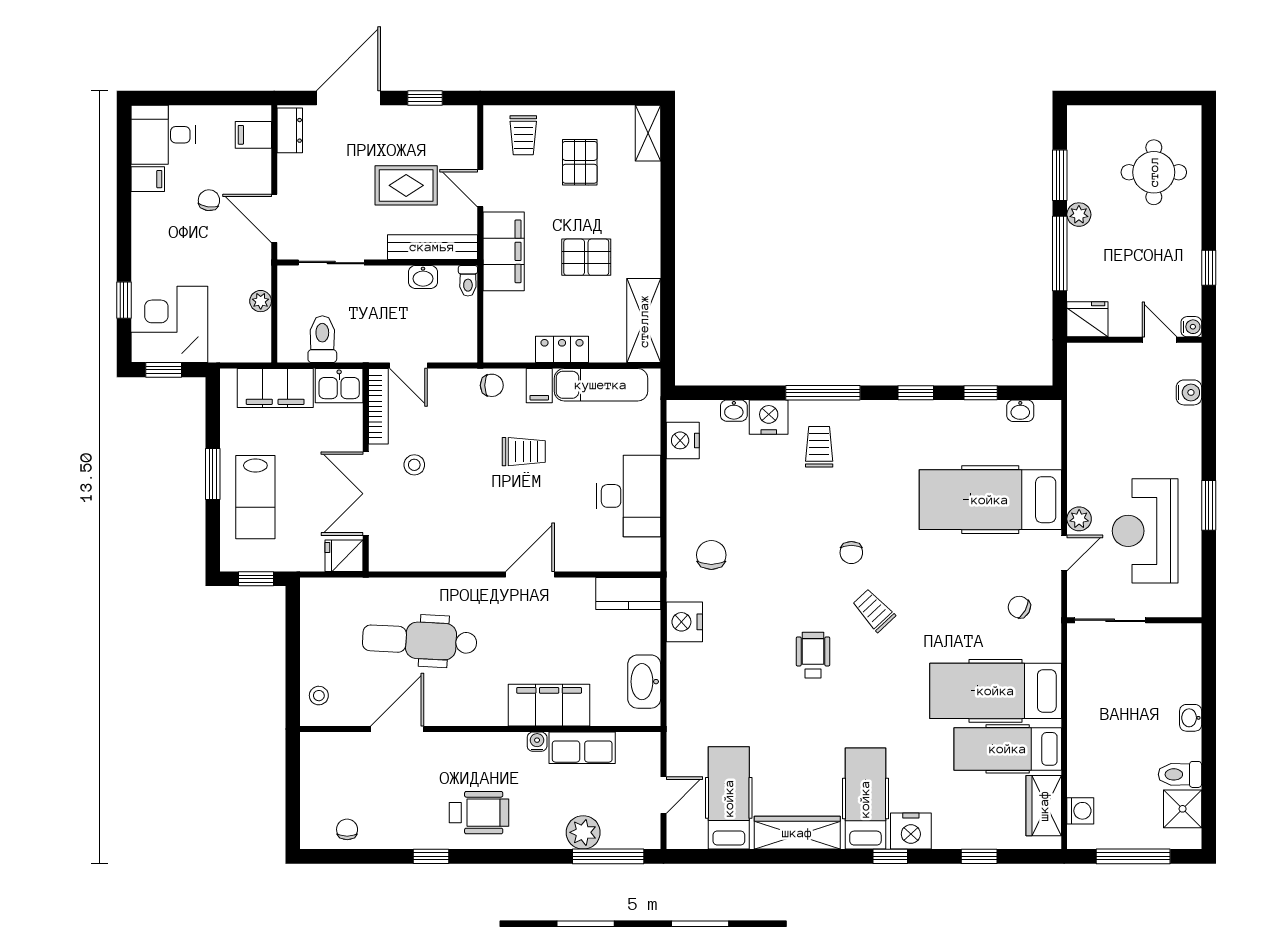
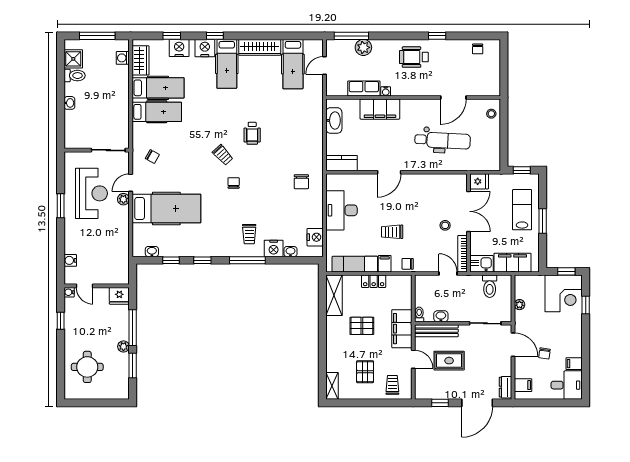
nightstand: (684, 622) -> (179, 48), moved, turned -90
hospital bed: (996, 691) -> (157, 112), width x0.73, depth x0.78

